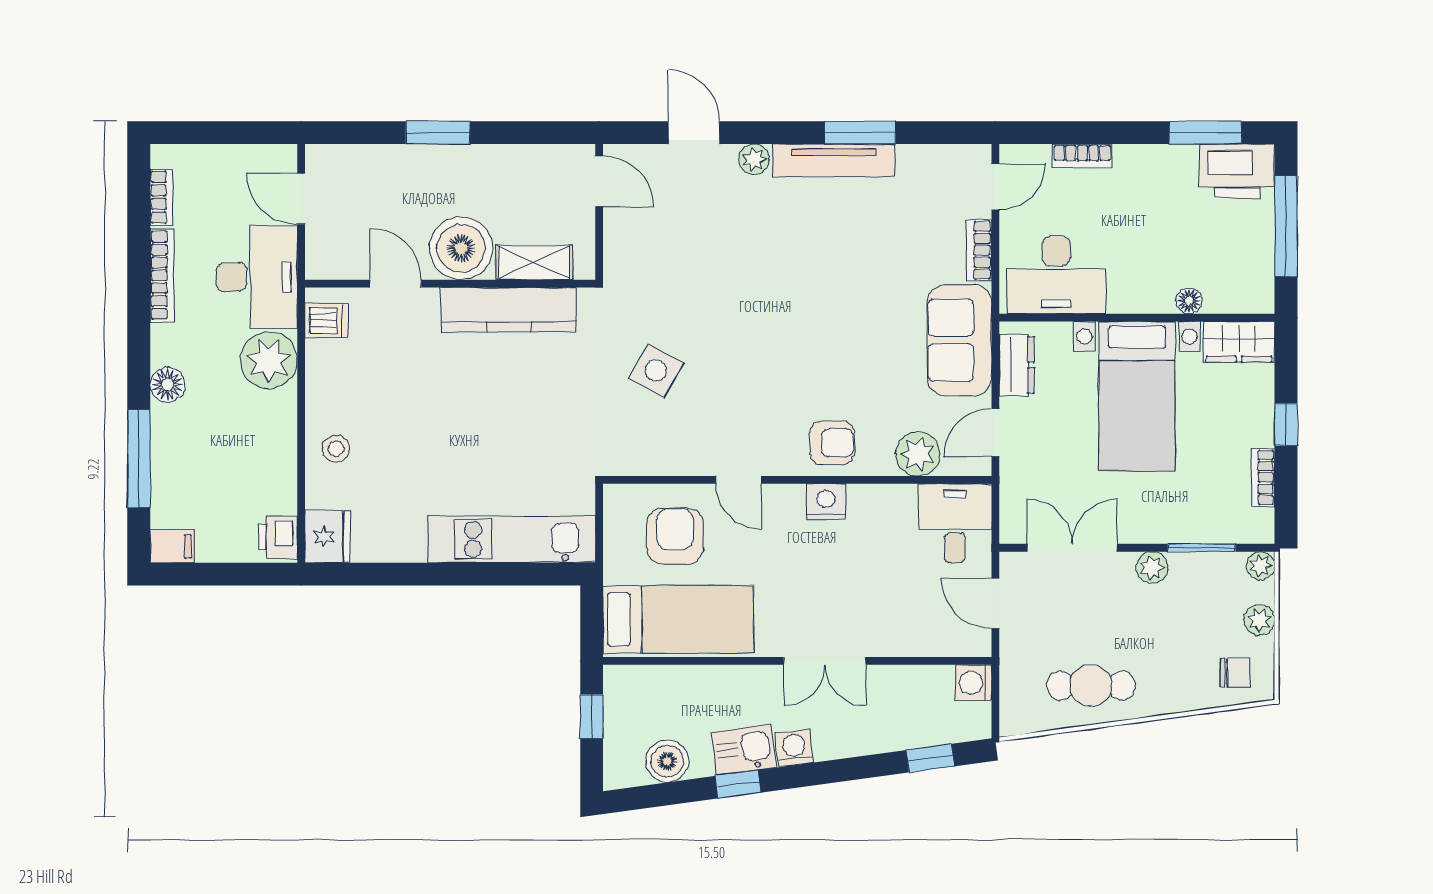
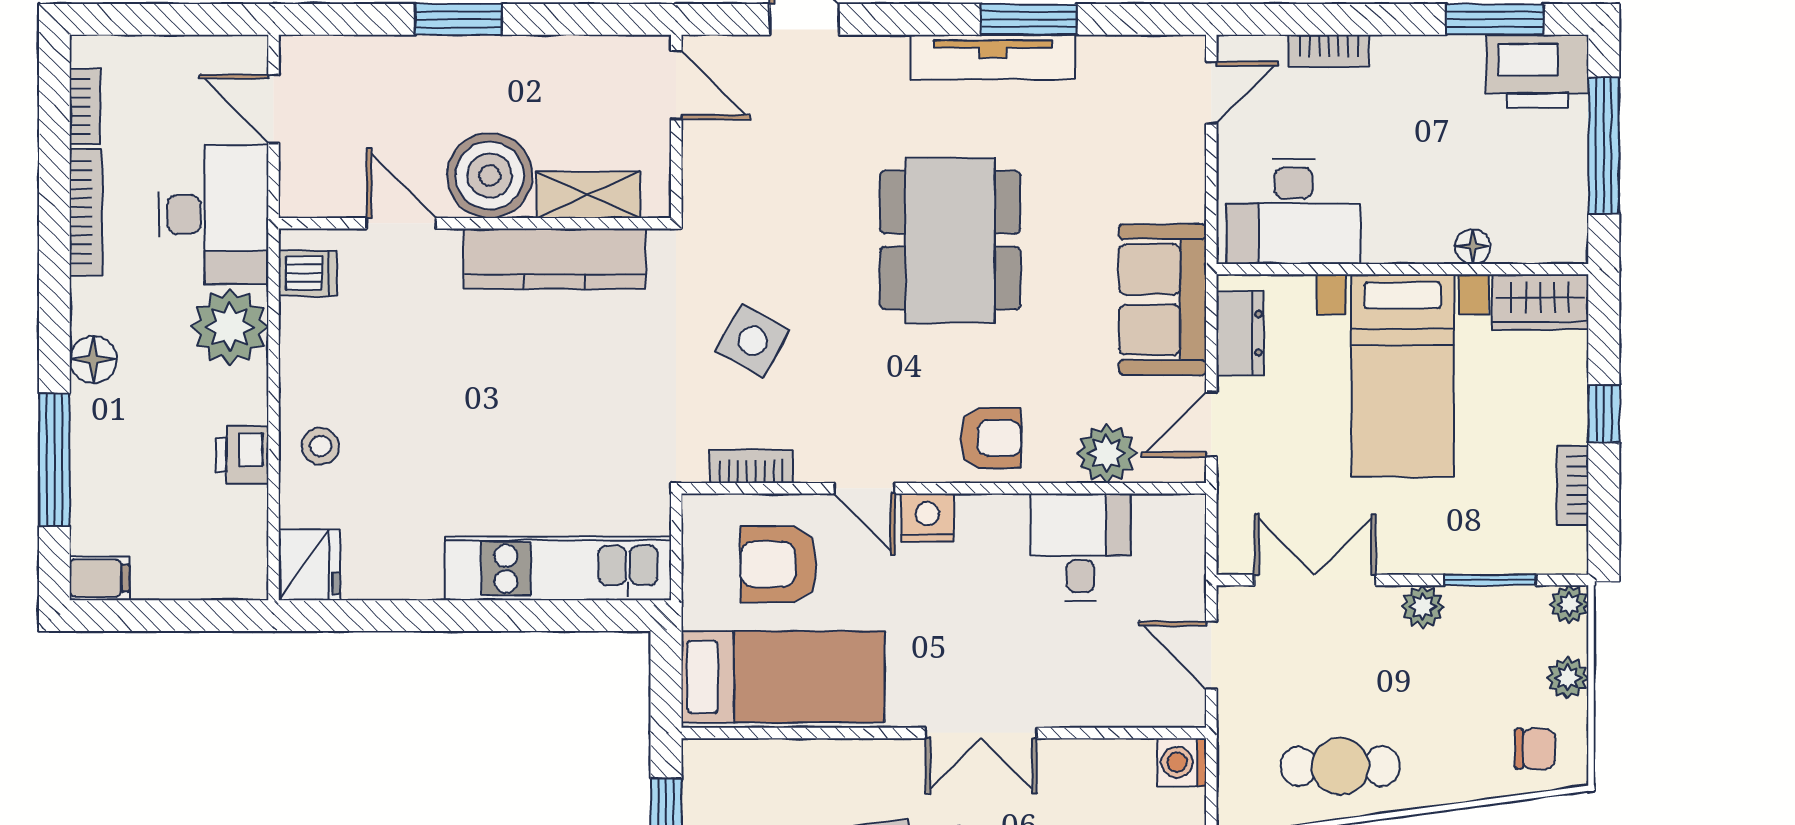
plant: (754, 159) -> (885, 55), removed
bookcase: (979, 250) -> (751, 466), moved, turned 90
dining table: (802, 296) -> (950, 240), added
nightstand: (826, 502) -> (927, 518), moved
desk: (955, 523) -> (1081, 547), moved
armchair: (675, 536) -> (779, 564), turned -90
printer: (278, 537) -> (242, 455), moved

